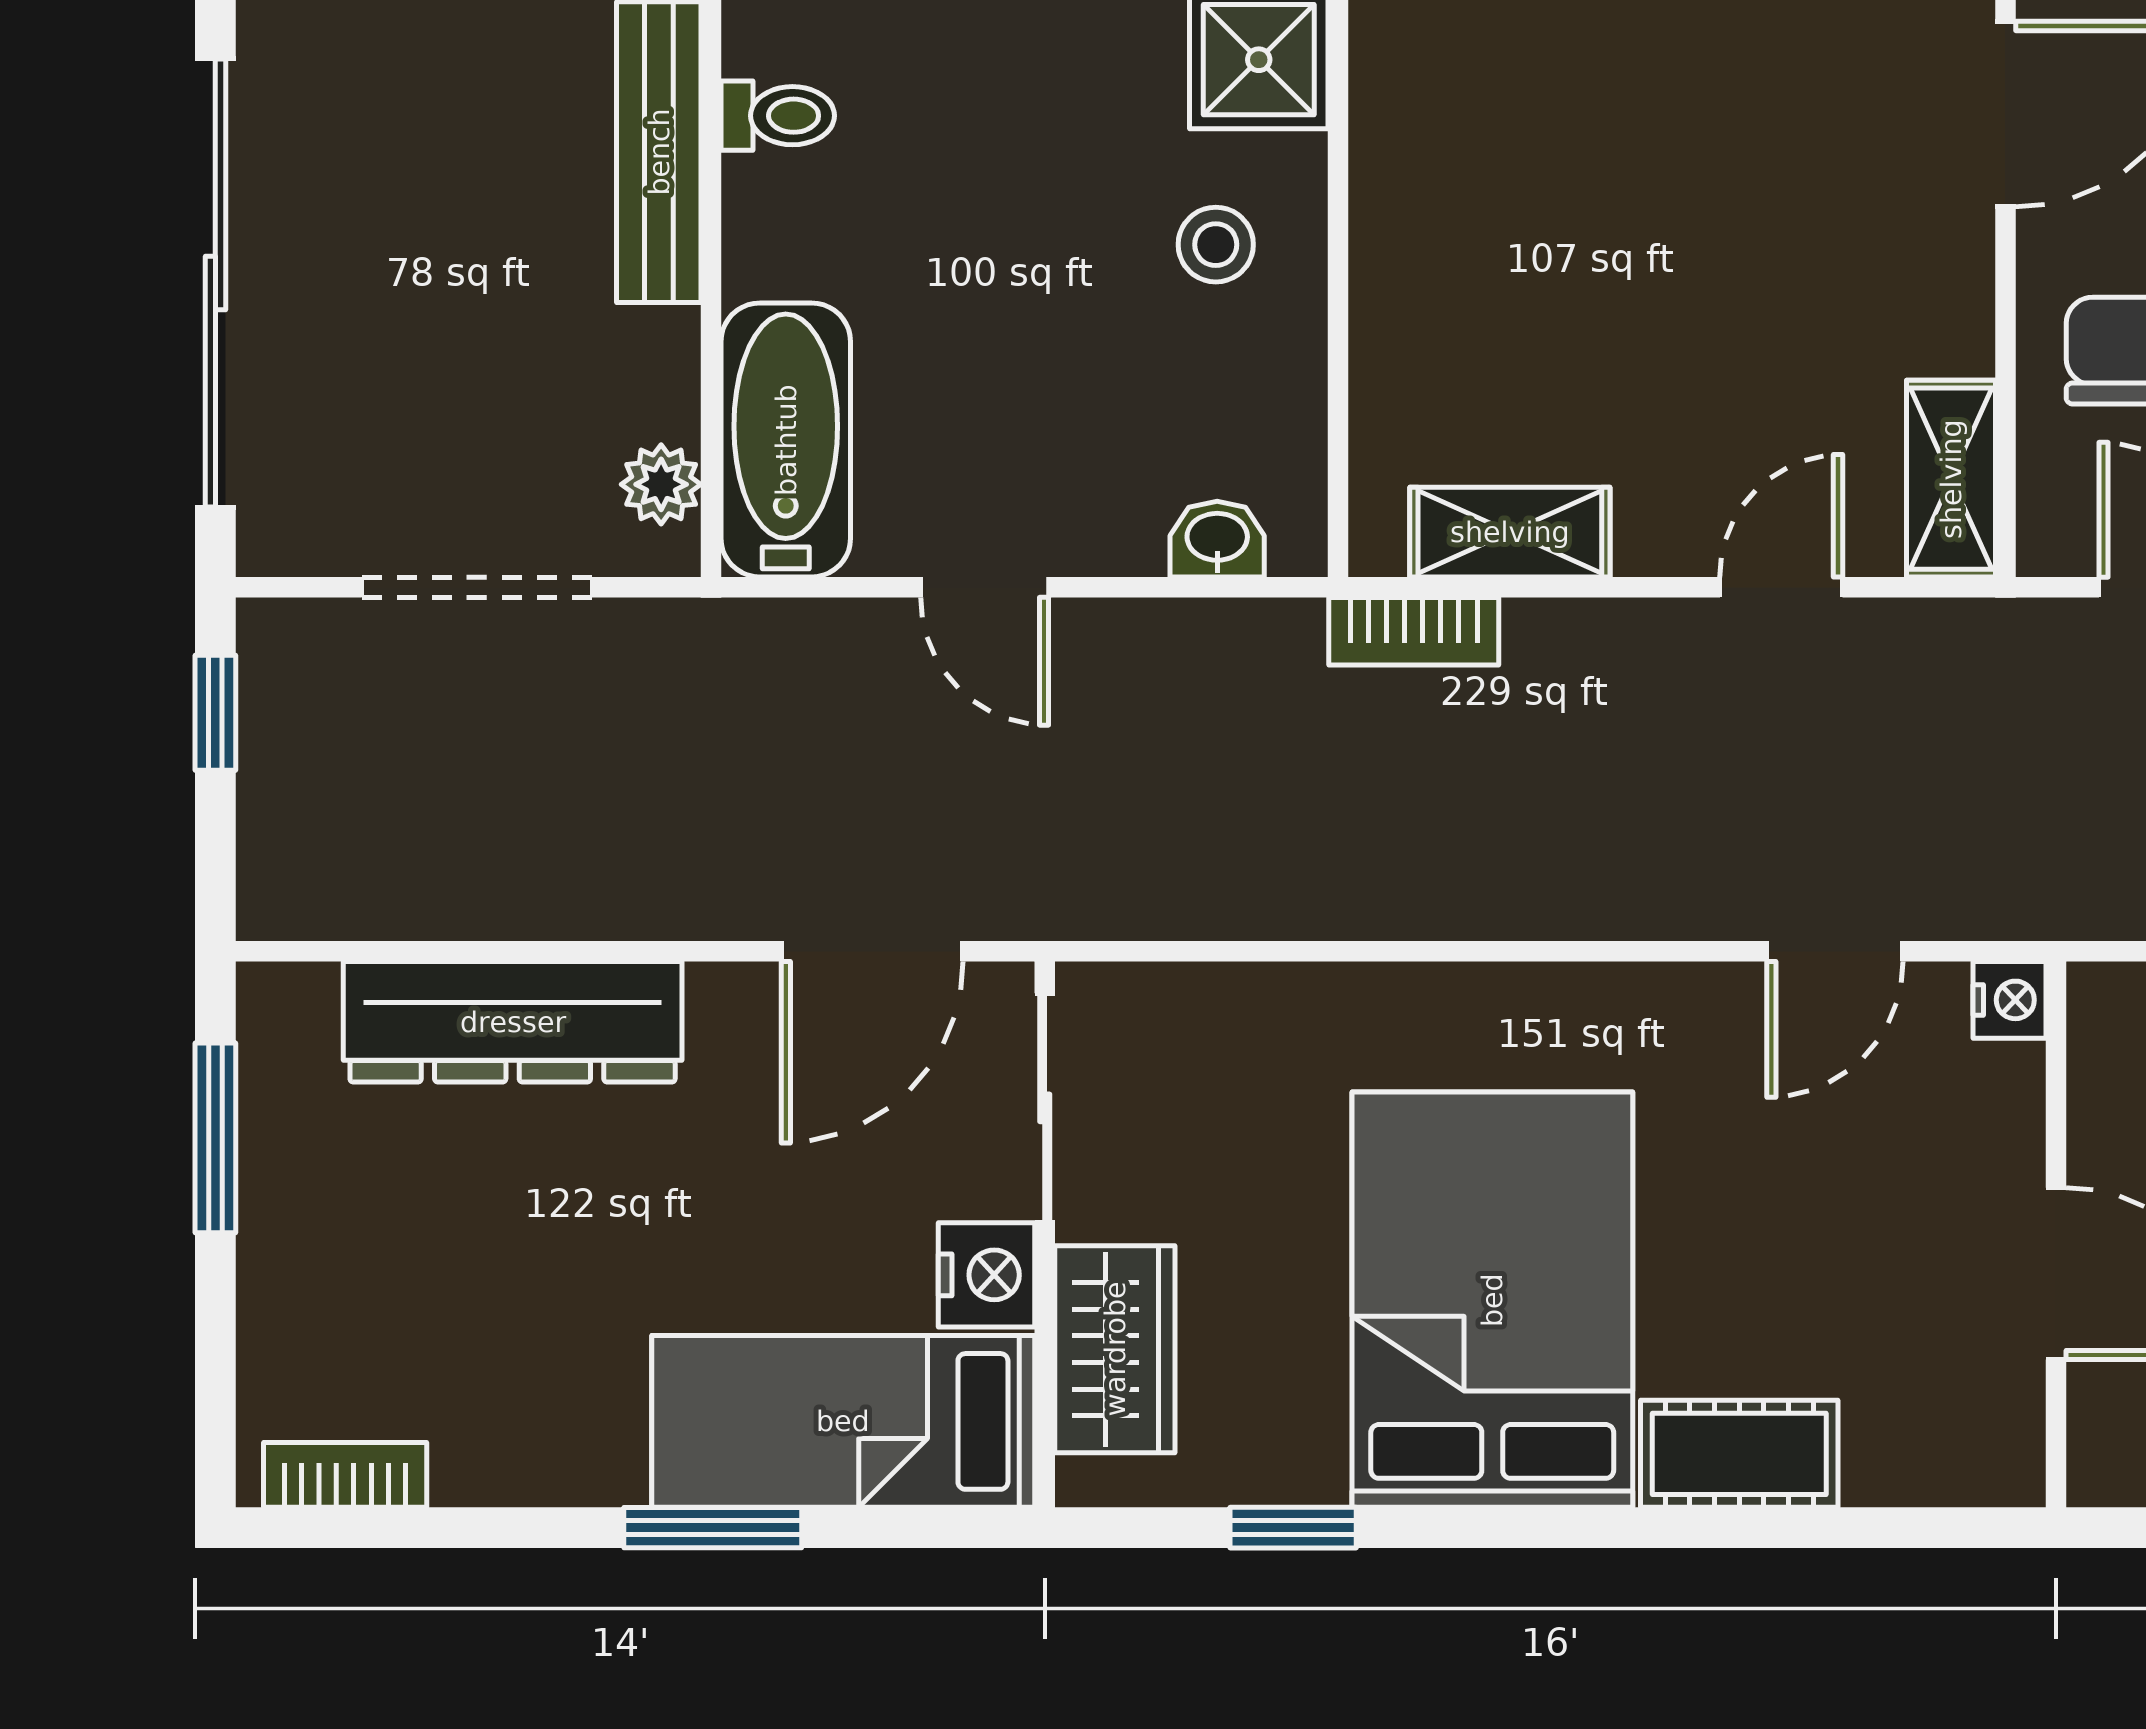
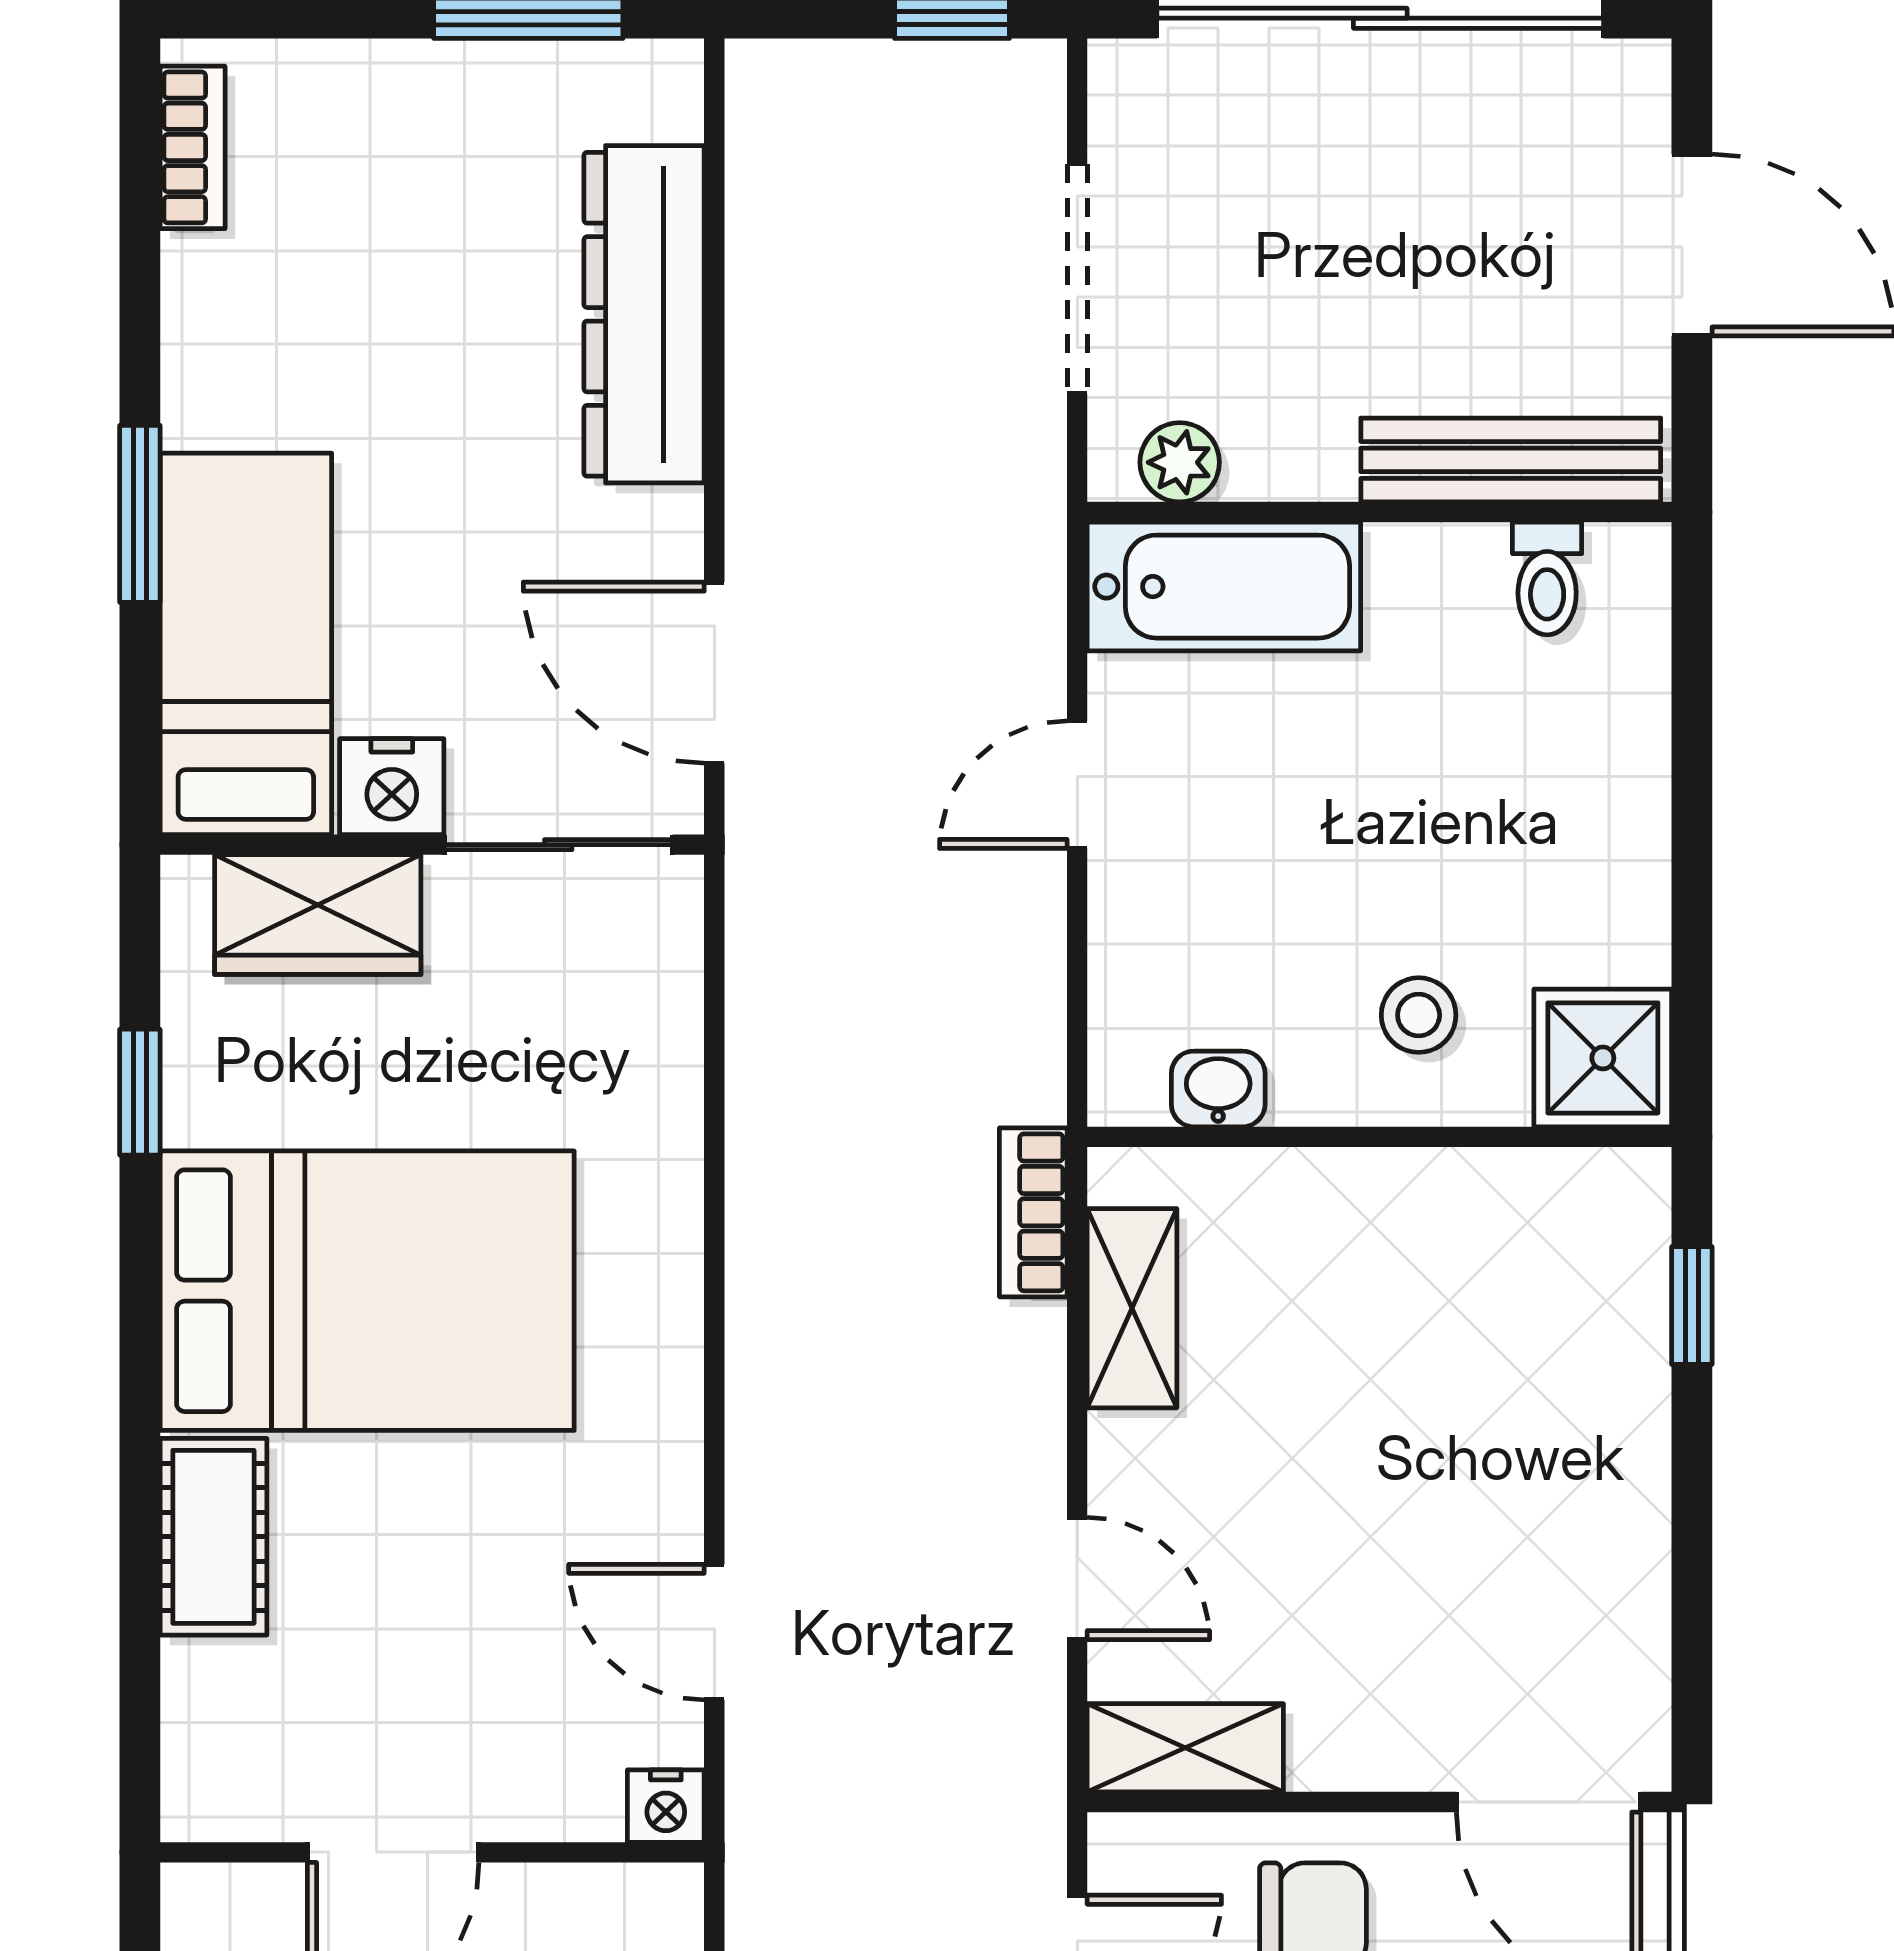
washbasin: (1217, 539) -> (1218, 1089), moved, turned -90

